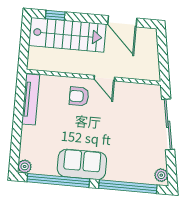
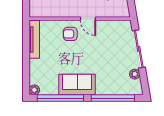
plant: (161, 175) -> (135, 74), moved

